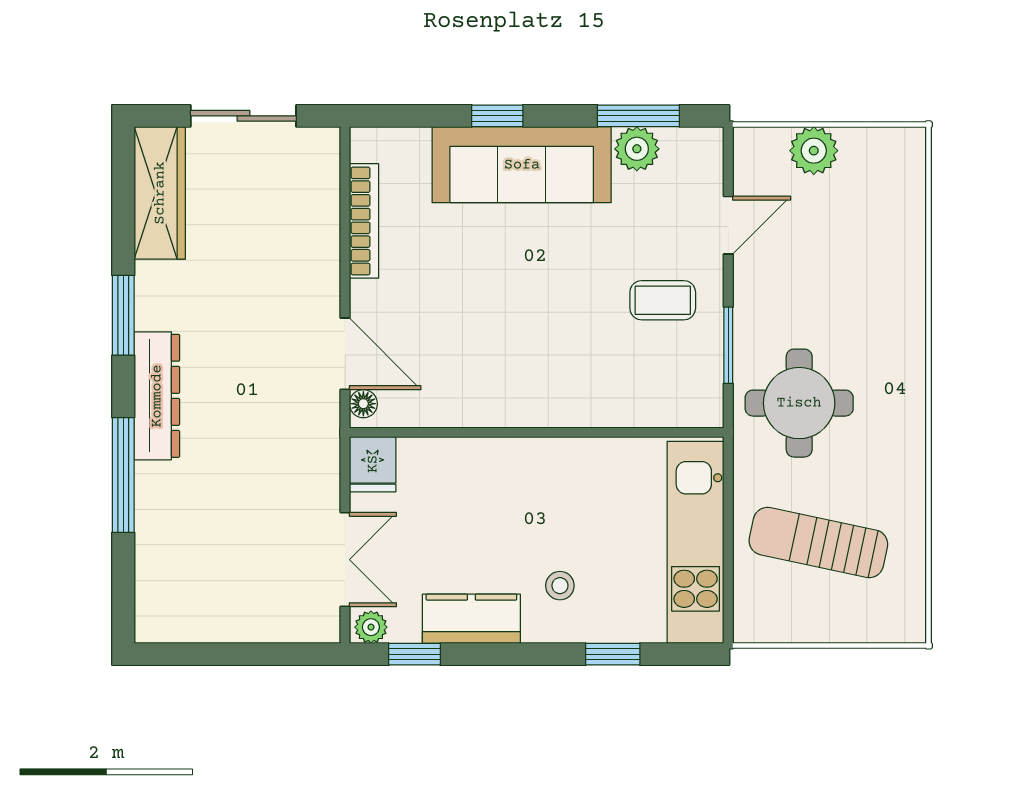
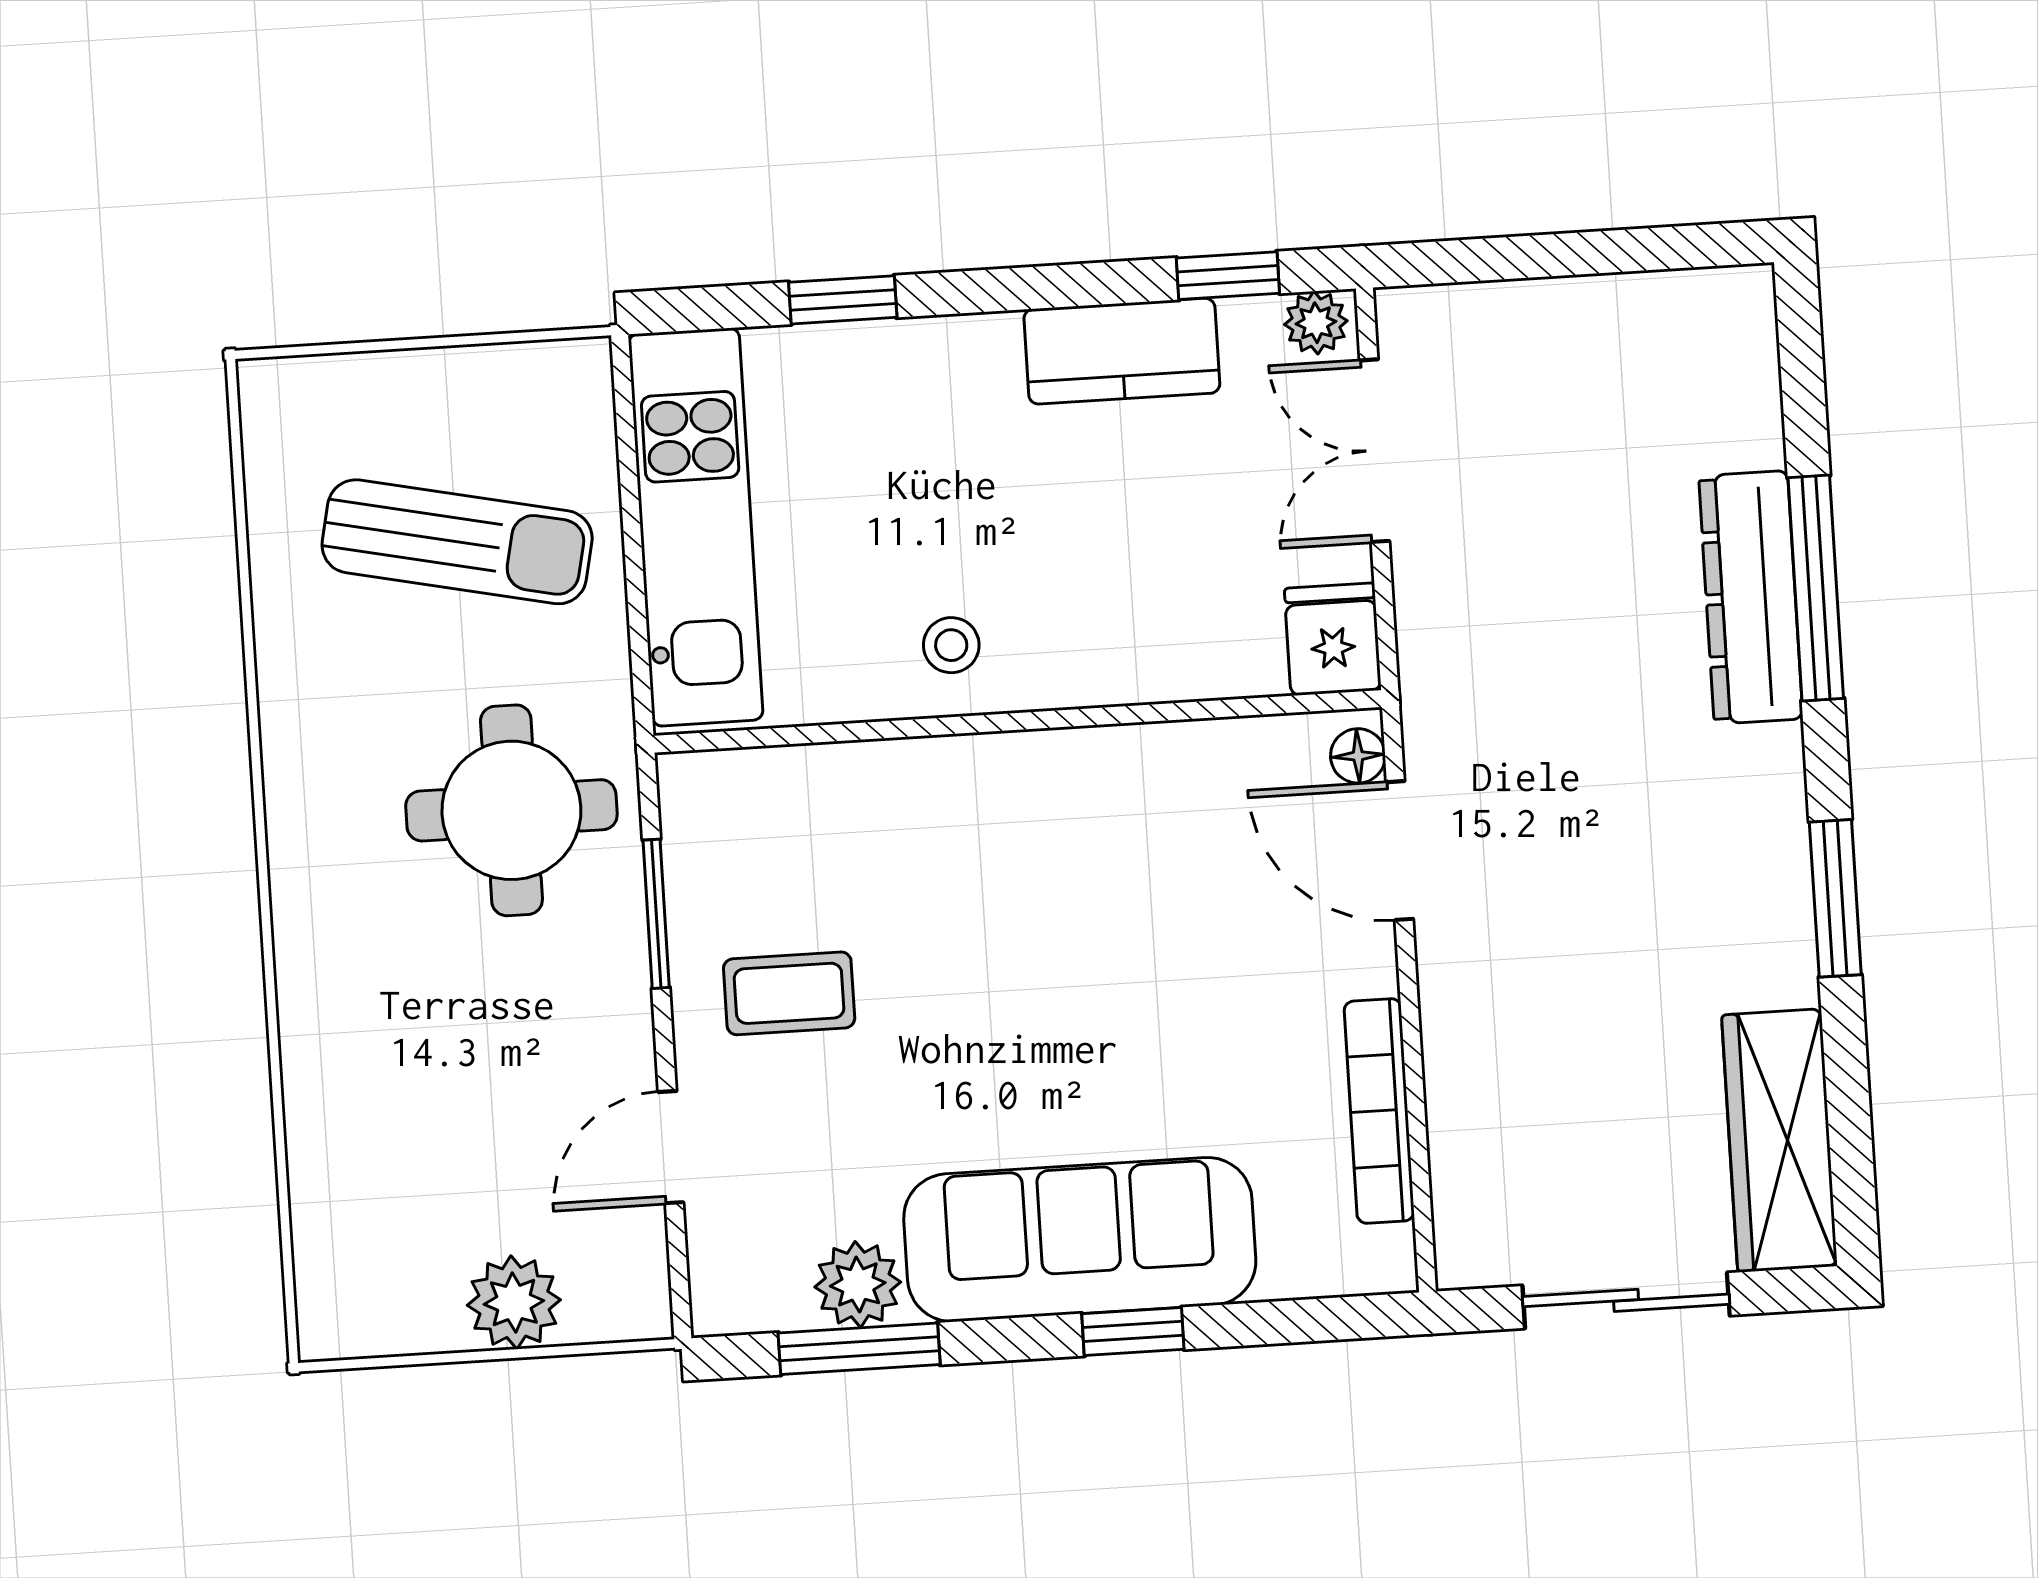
dresser: (157, 396) -> (1751, 597), moved
stool: (560, 586) -> (951, 645), moved

